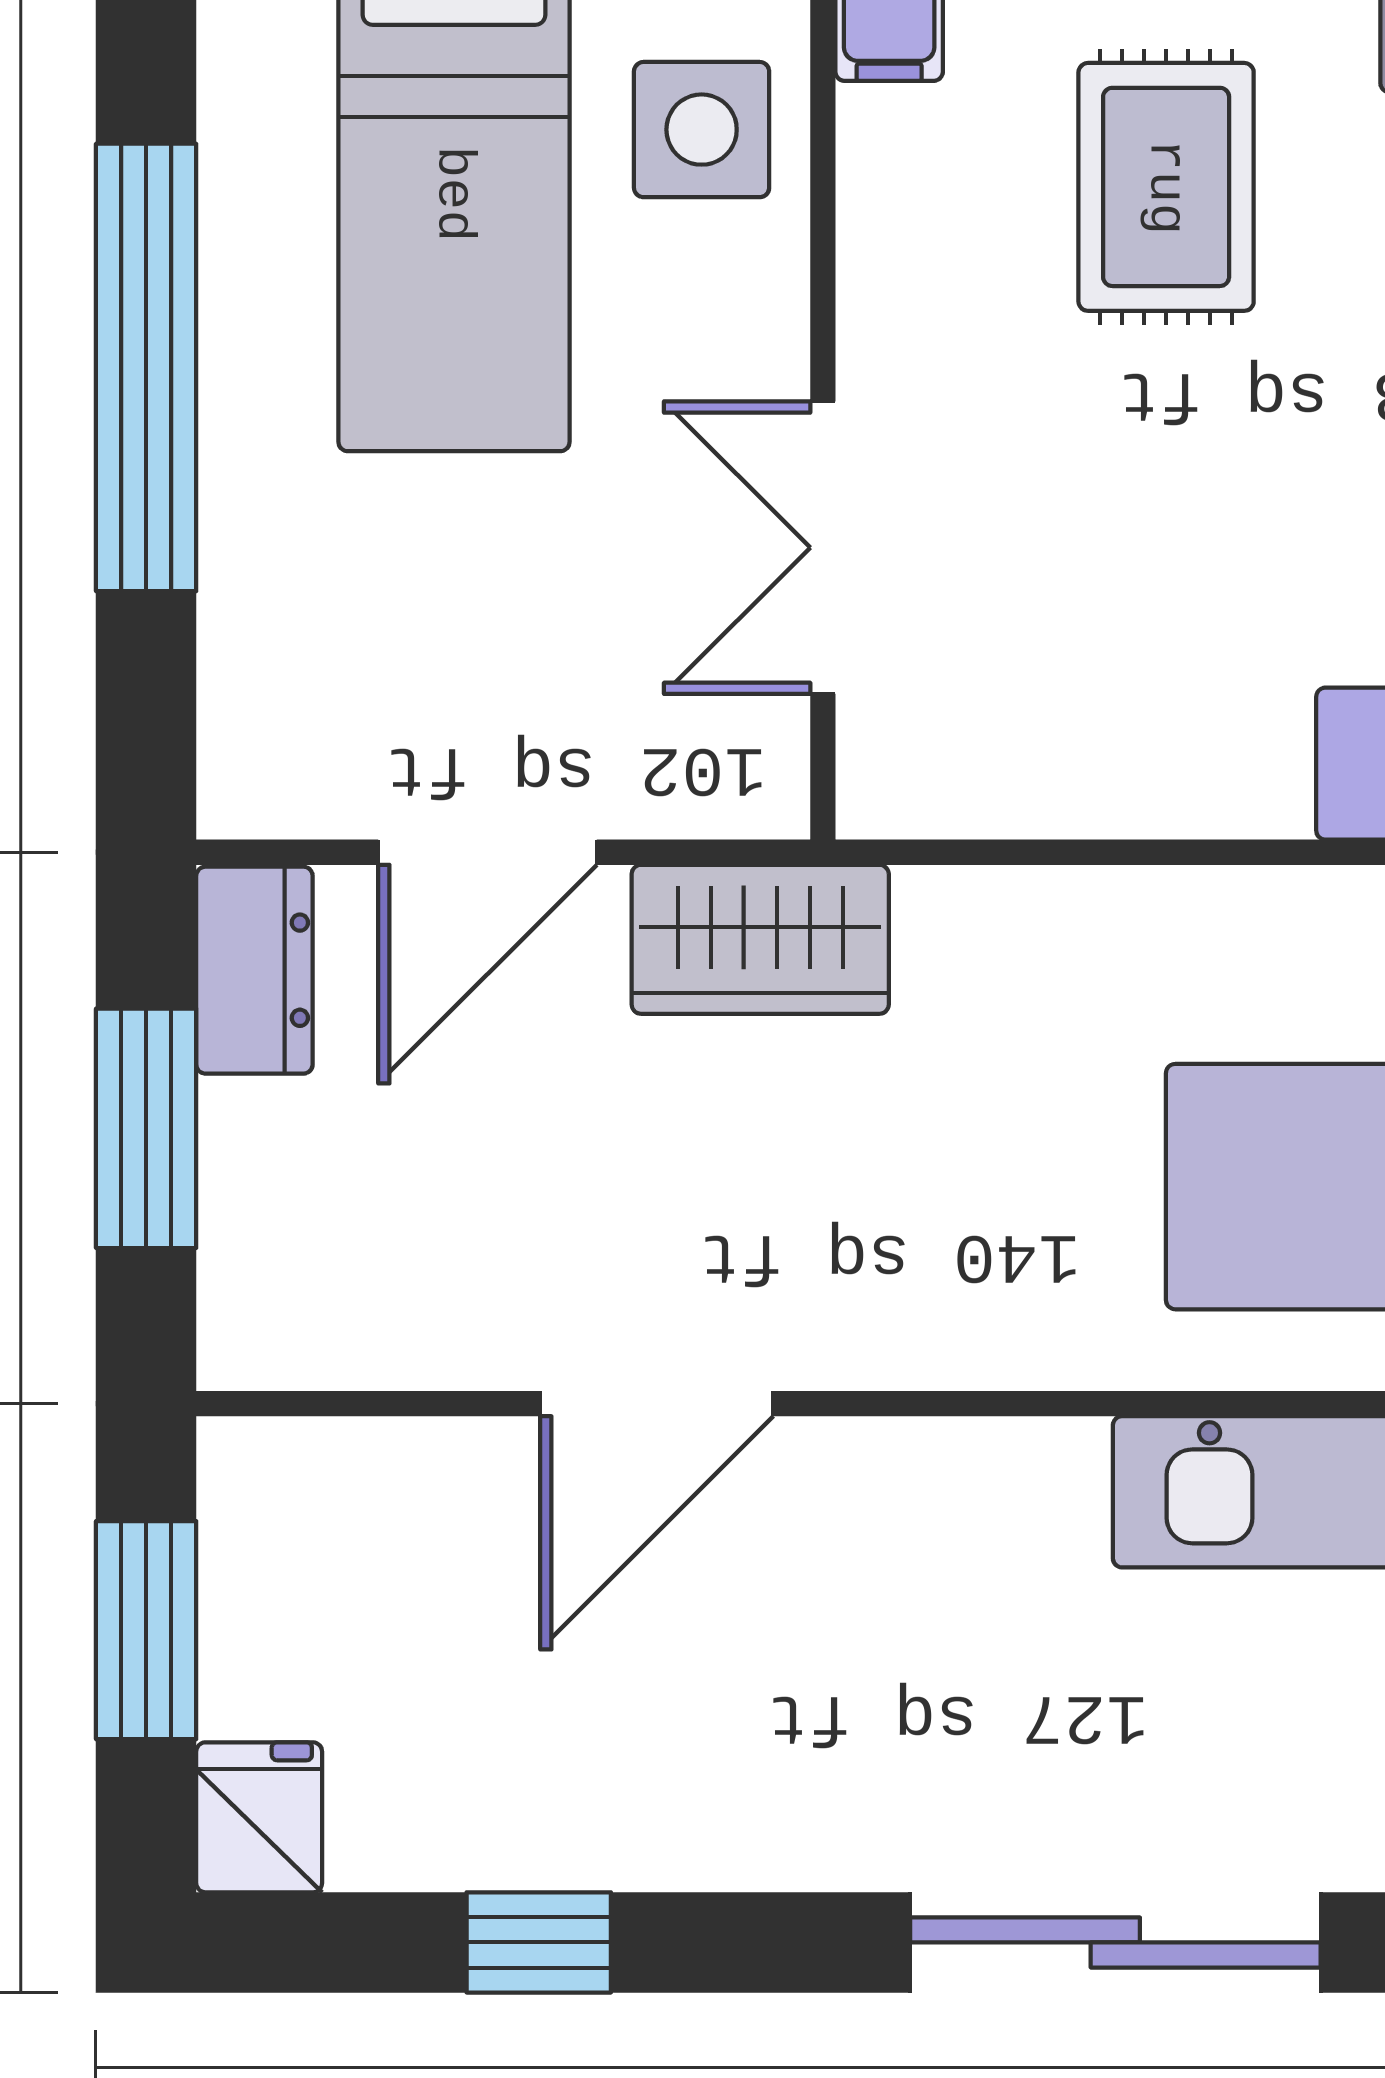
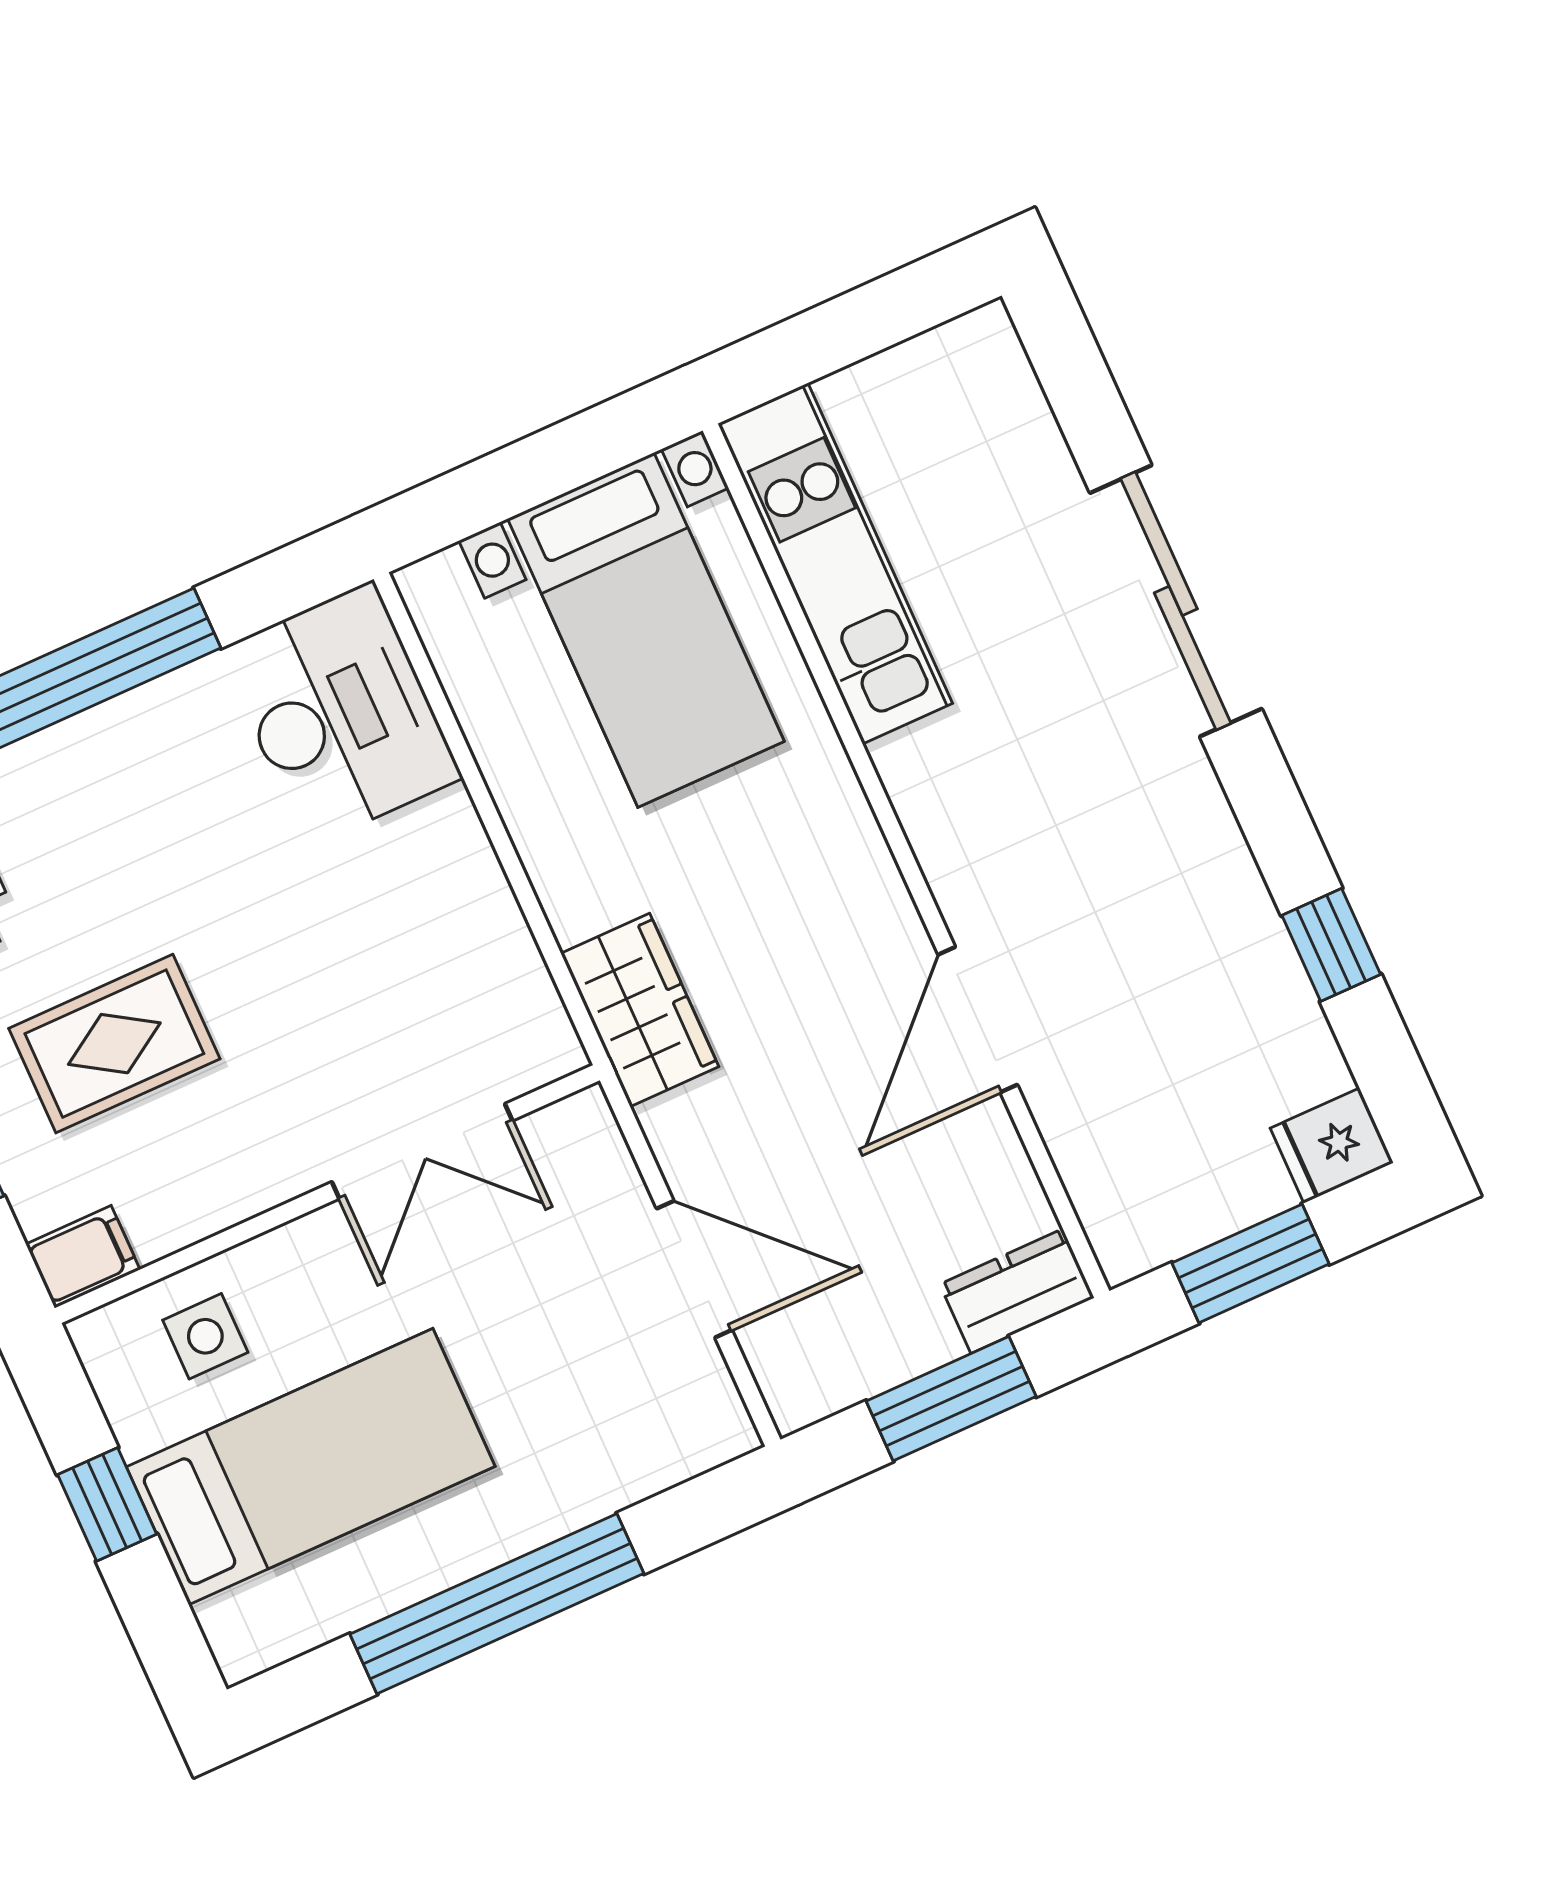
side table: (702, 130) -> (205, 1336), width x0.73, depth x0.73
wardrobe: (760, 939) -> (640, 1010), moved
dresser: (254, 970) -> (1017, 1291), moved
door: (657, 1404) -> (978, 1020), swing flipped

